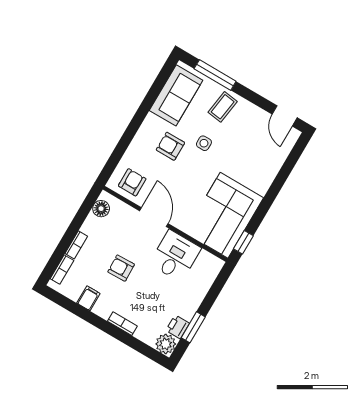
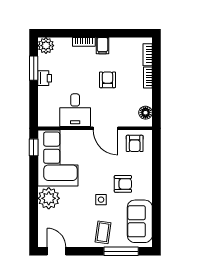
plant: (259, 178) -> (49, 198), added
armchair: (121, 268) -> (107, 80), turned -88
filing cabinet: (88, 298) -> (102, 46), moved
printer: (178, 327) -> (45, 78), moved

